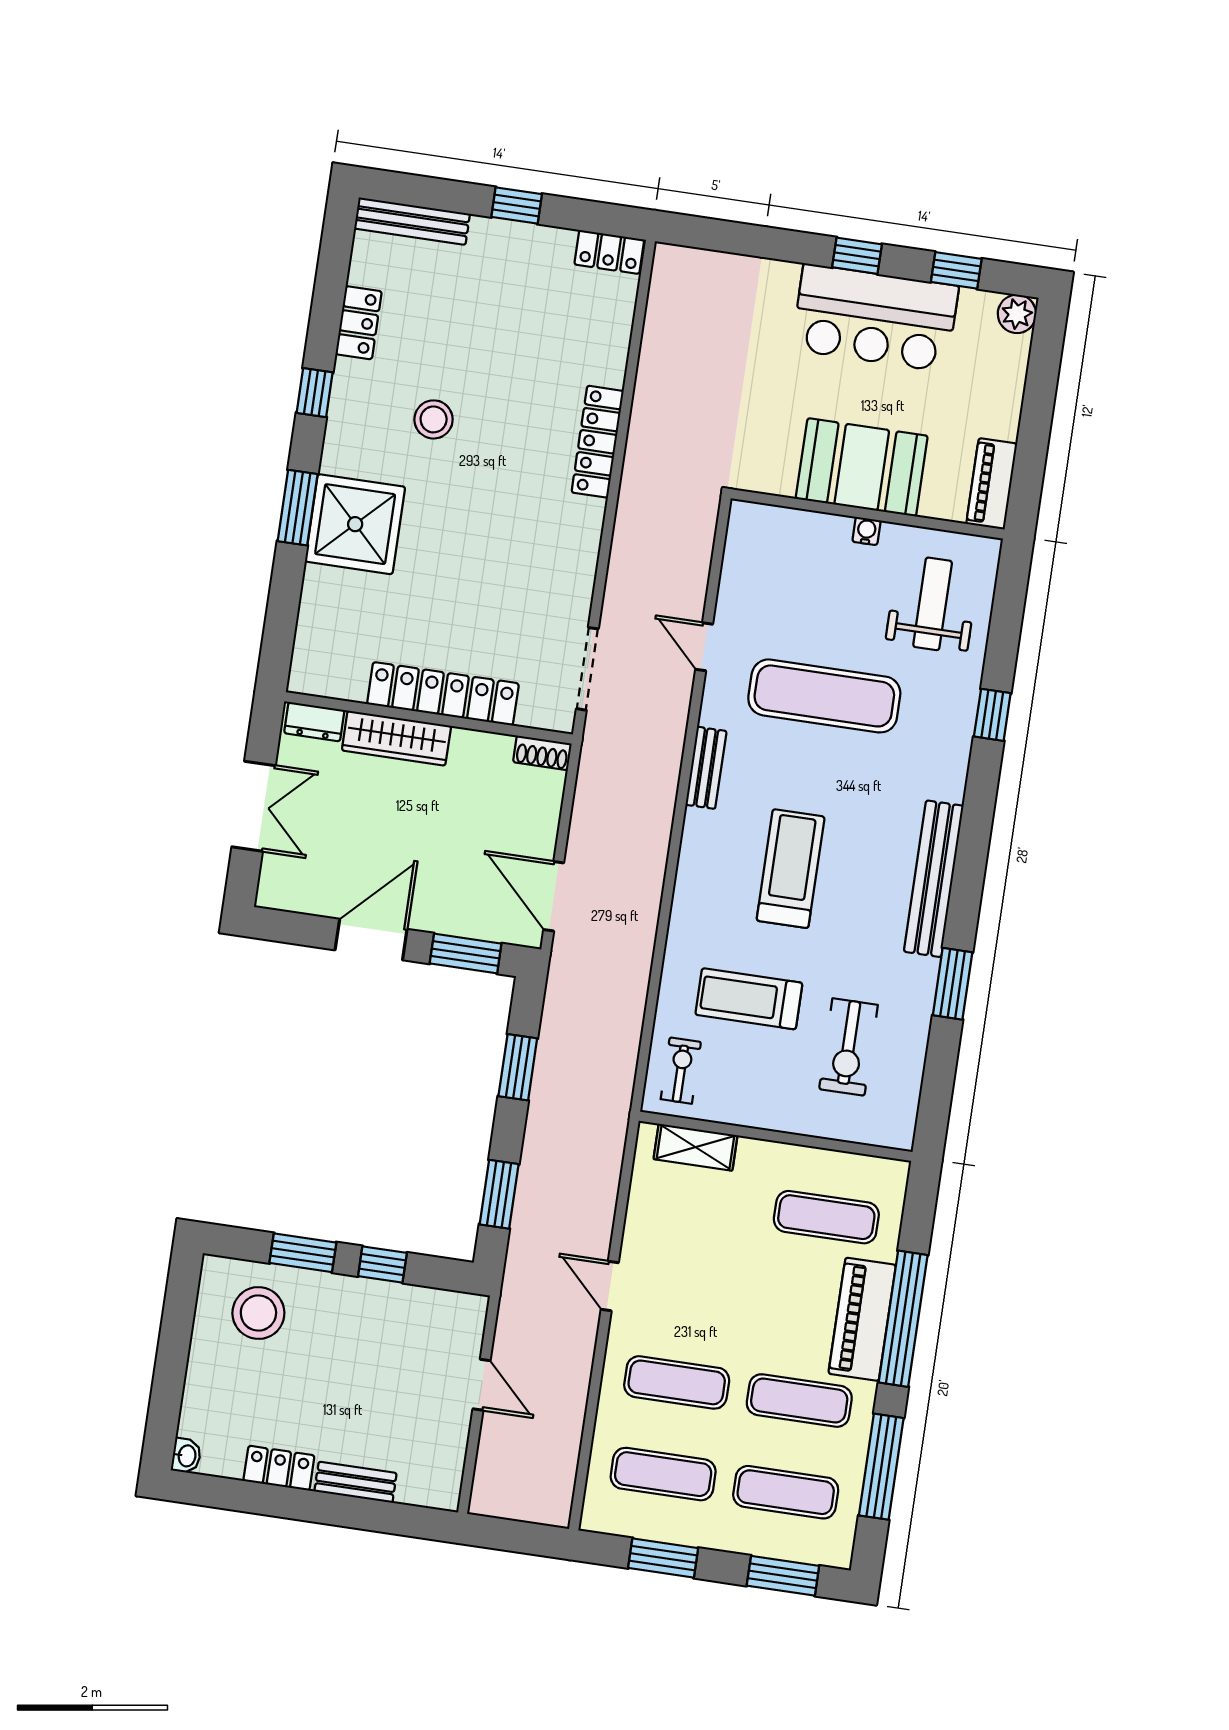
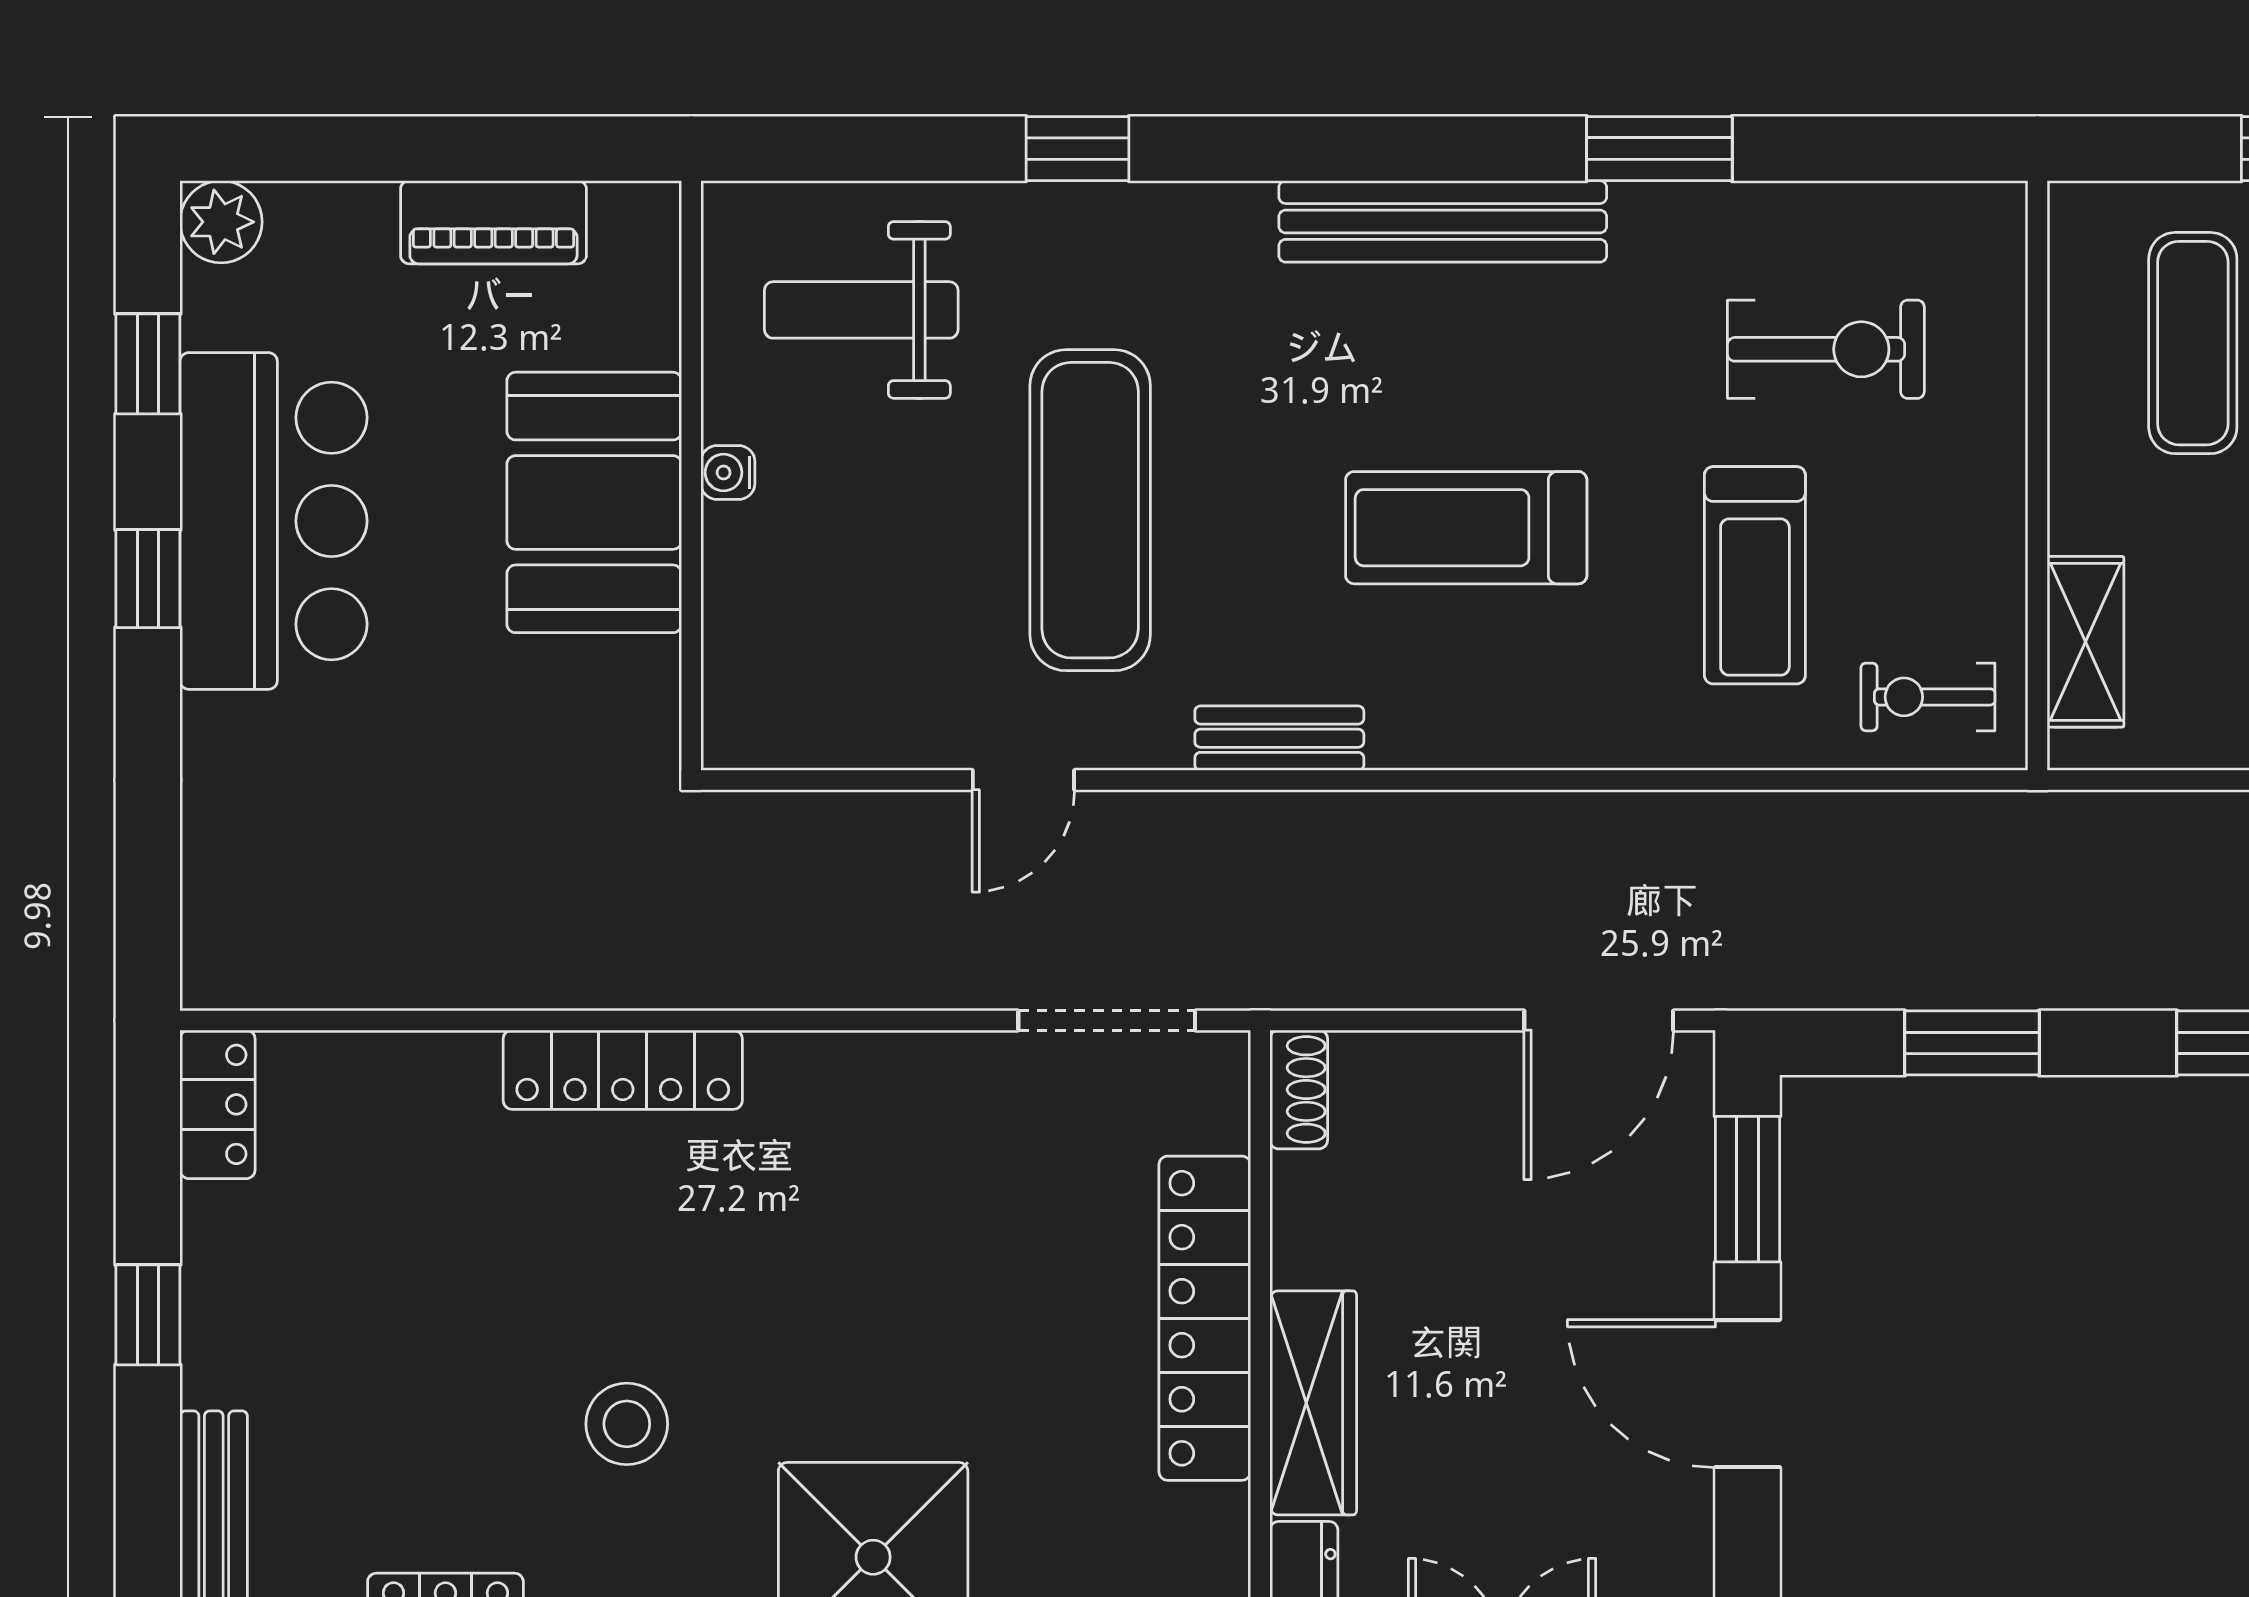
piano: (992, 484) -> (493, 222), moved

